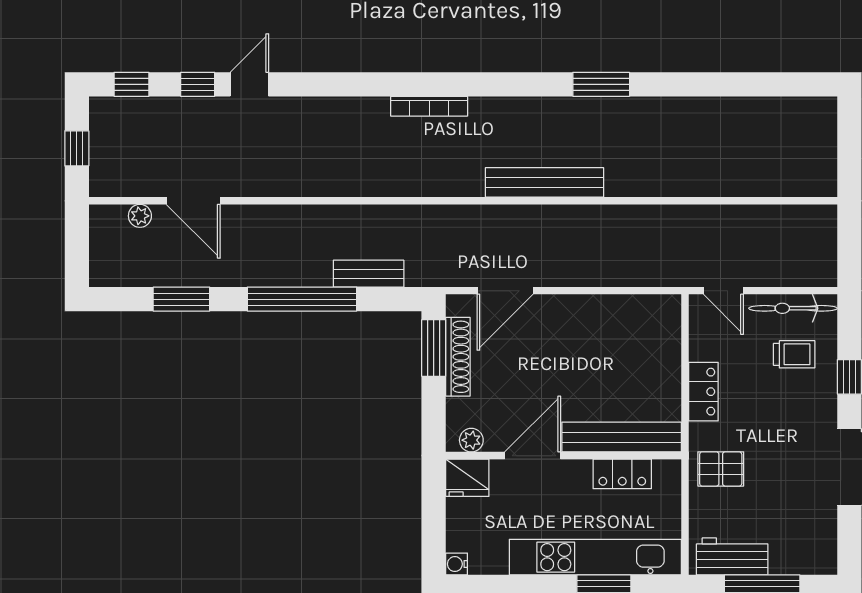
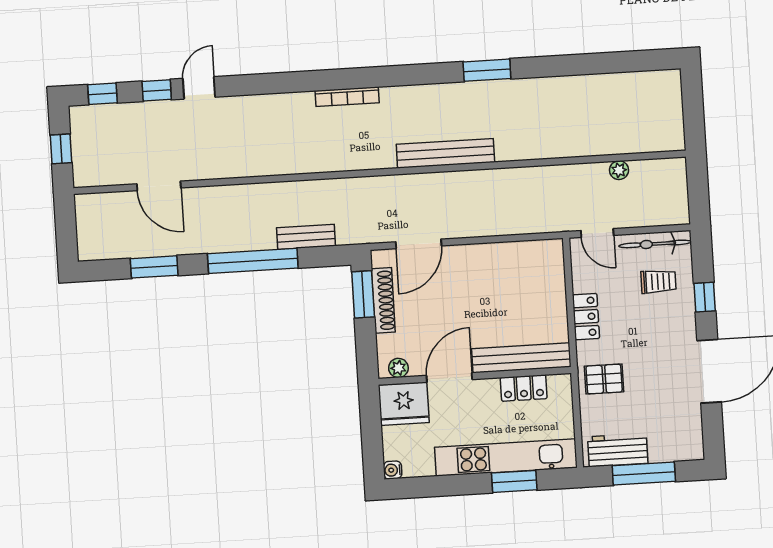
plant: (140, 216) -> (619, 170), moved
fridge: (467, 478) -> (404, 404), width x1.36, depth x1.34

